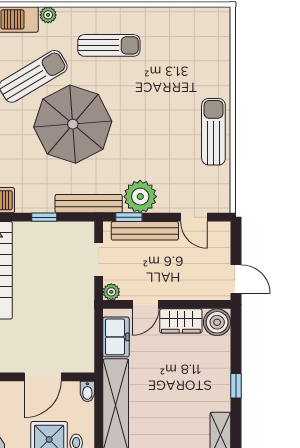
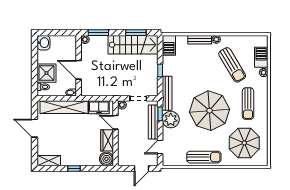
parasol: (186, 53) -> (244, 143), added
parasol: (73, 124) -> (209, 111), moved
door: (236, 279) -> (141, 169), moved

